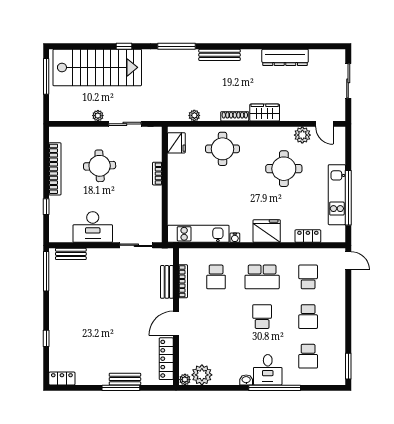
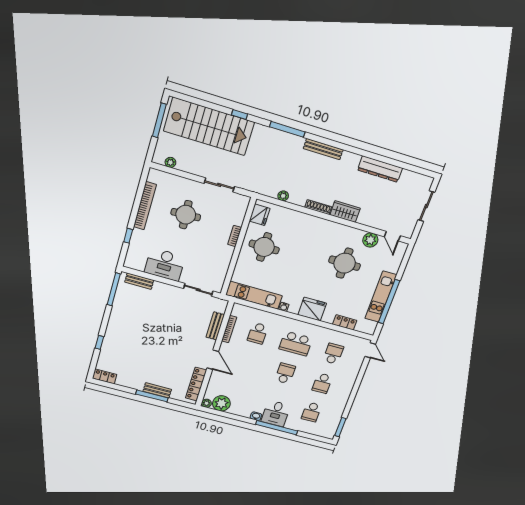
plant: (98, 116) -> (170, 162), moved
round table: (223, 149) -> (264, 247), moved
door: (176, 323) -> (213, 360), swing flipped

